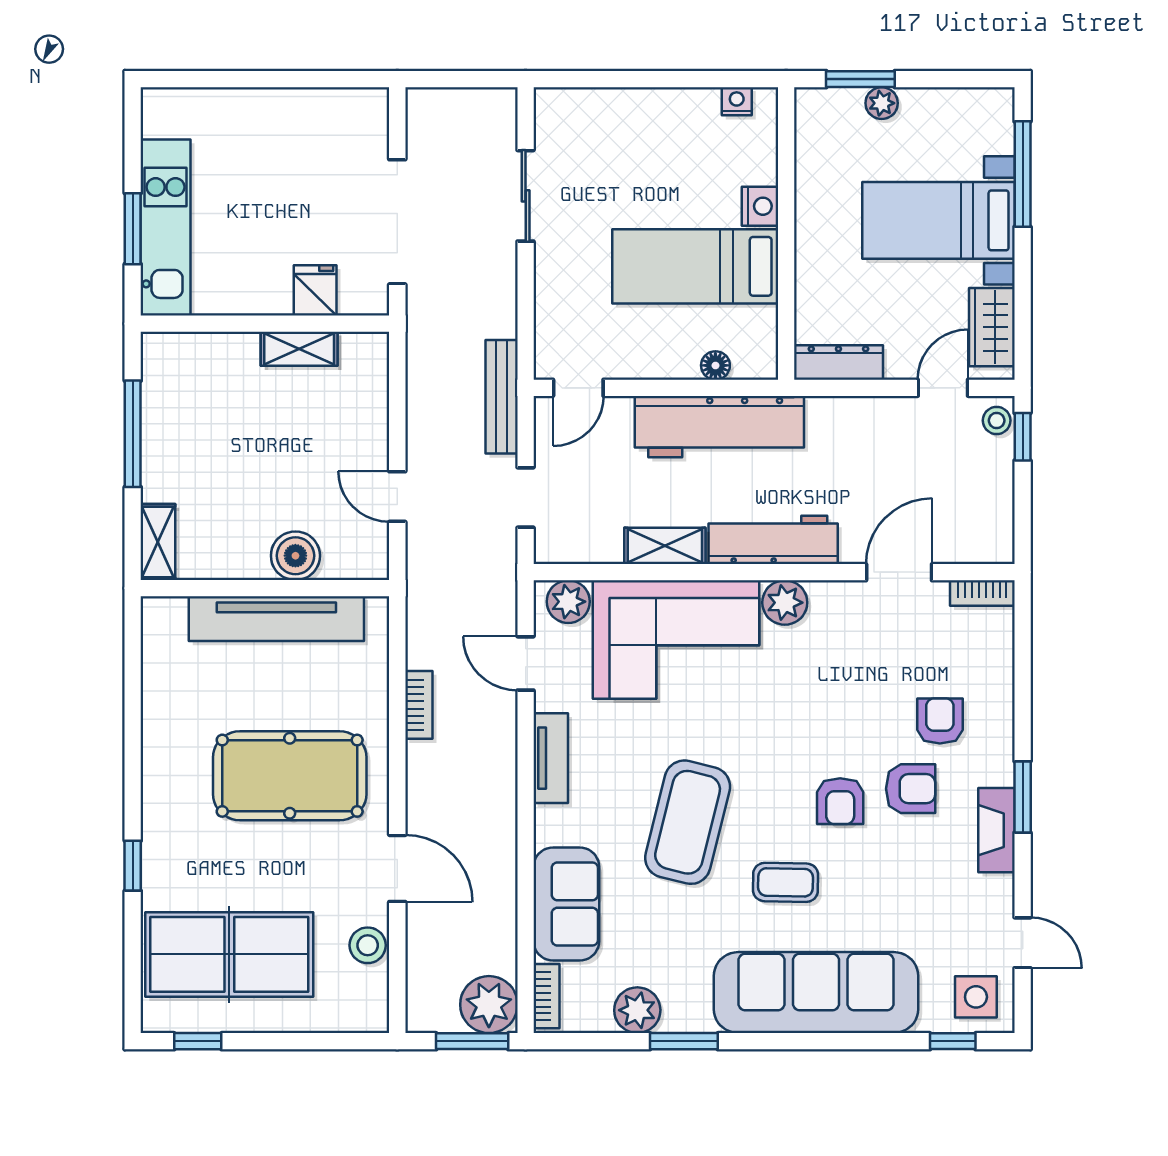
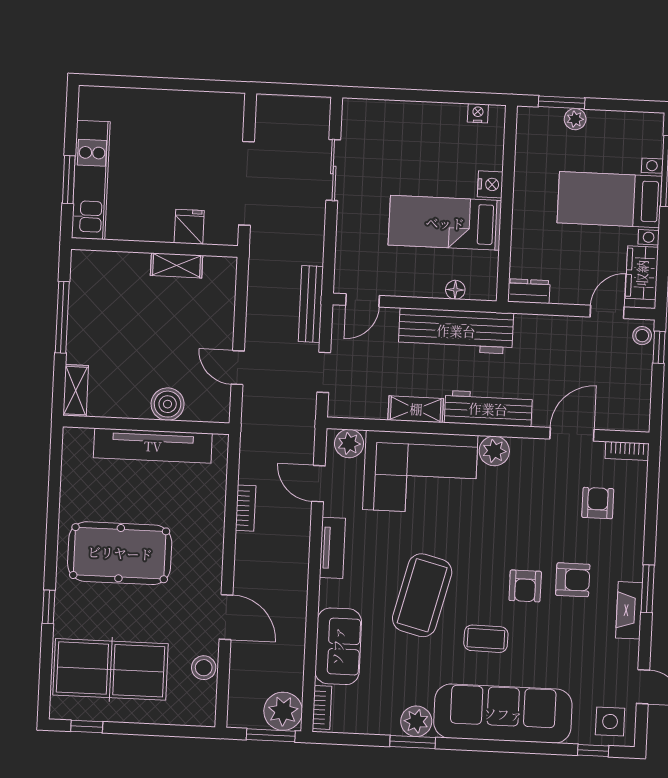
dresser: (838, 362) -> (529, 291), width x0.70
armchair: (940, 721) -> (598, 503), moved
pool table: (290, 776) -> (120, 553), moved
plant: (637, 1010) -> (416, 721), moved

